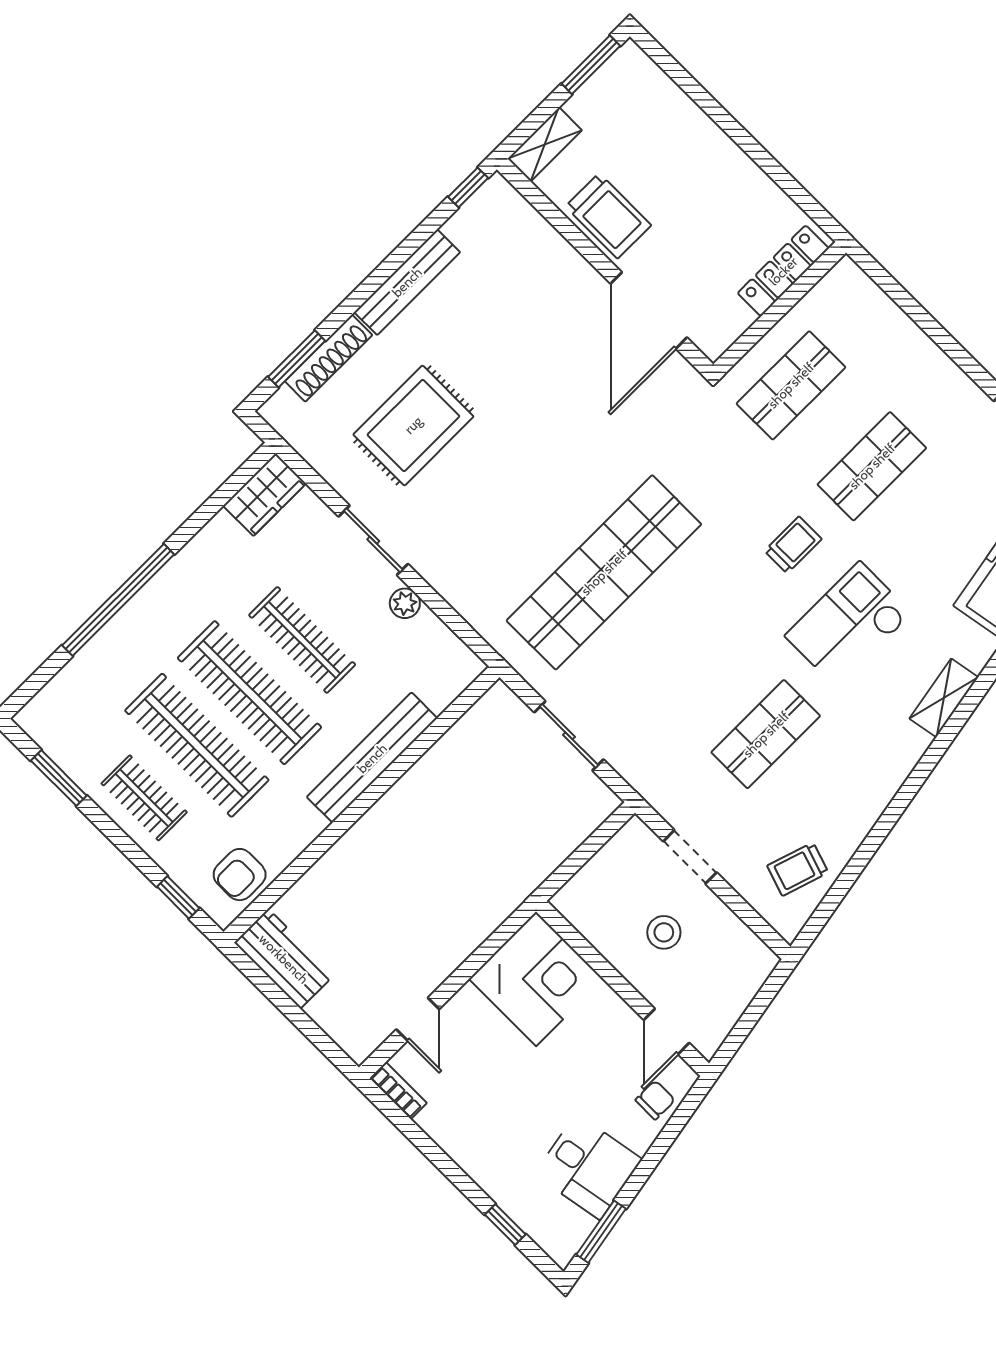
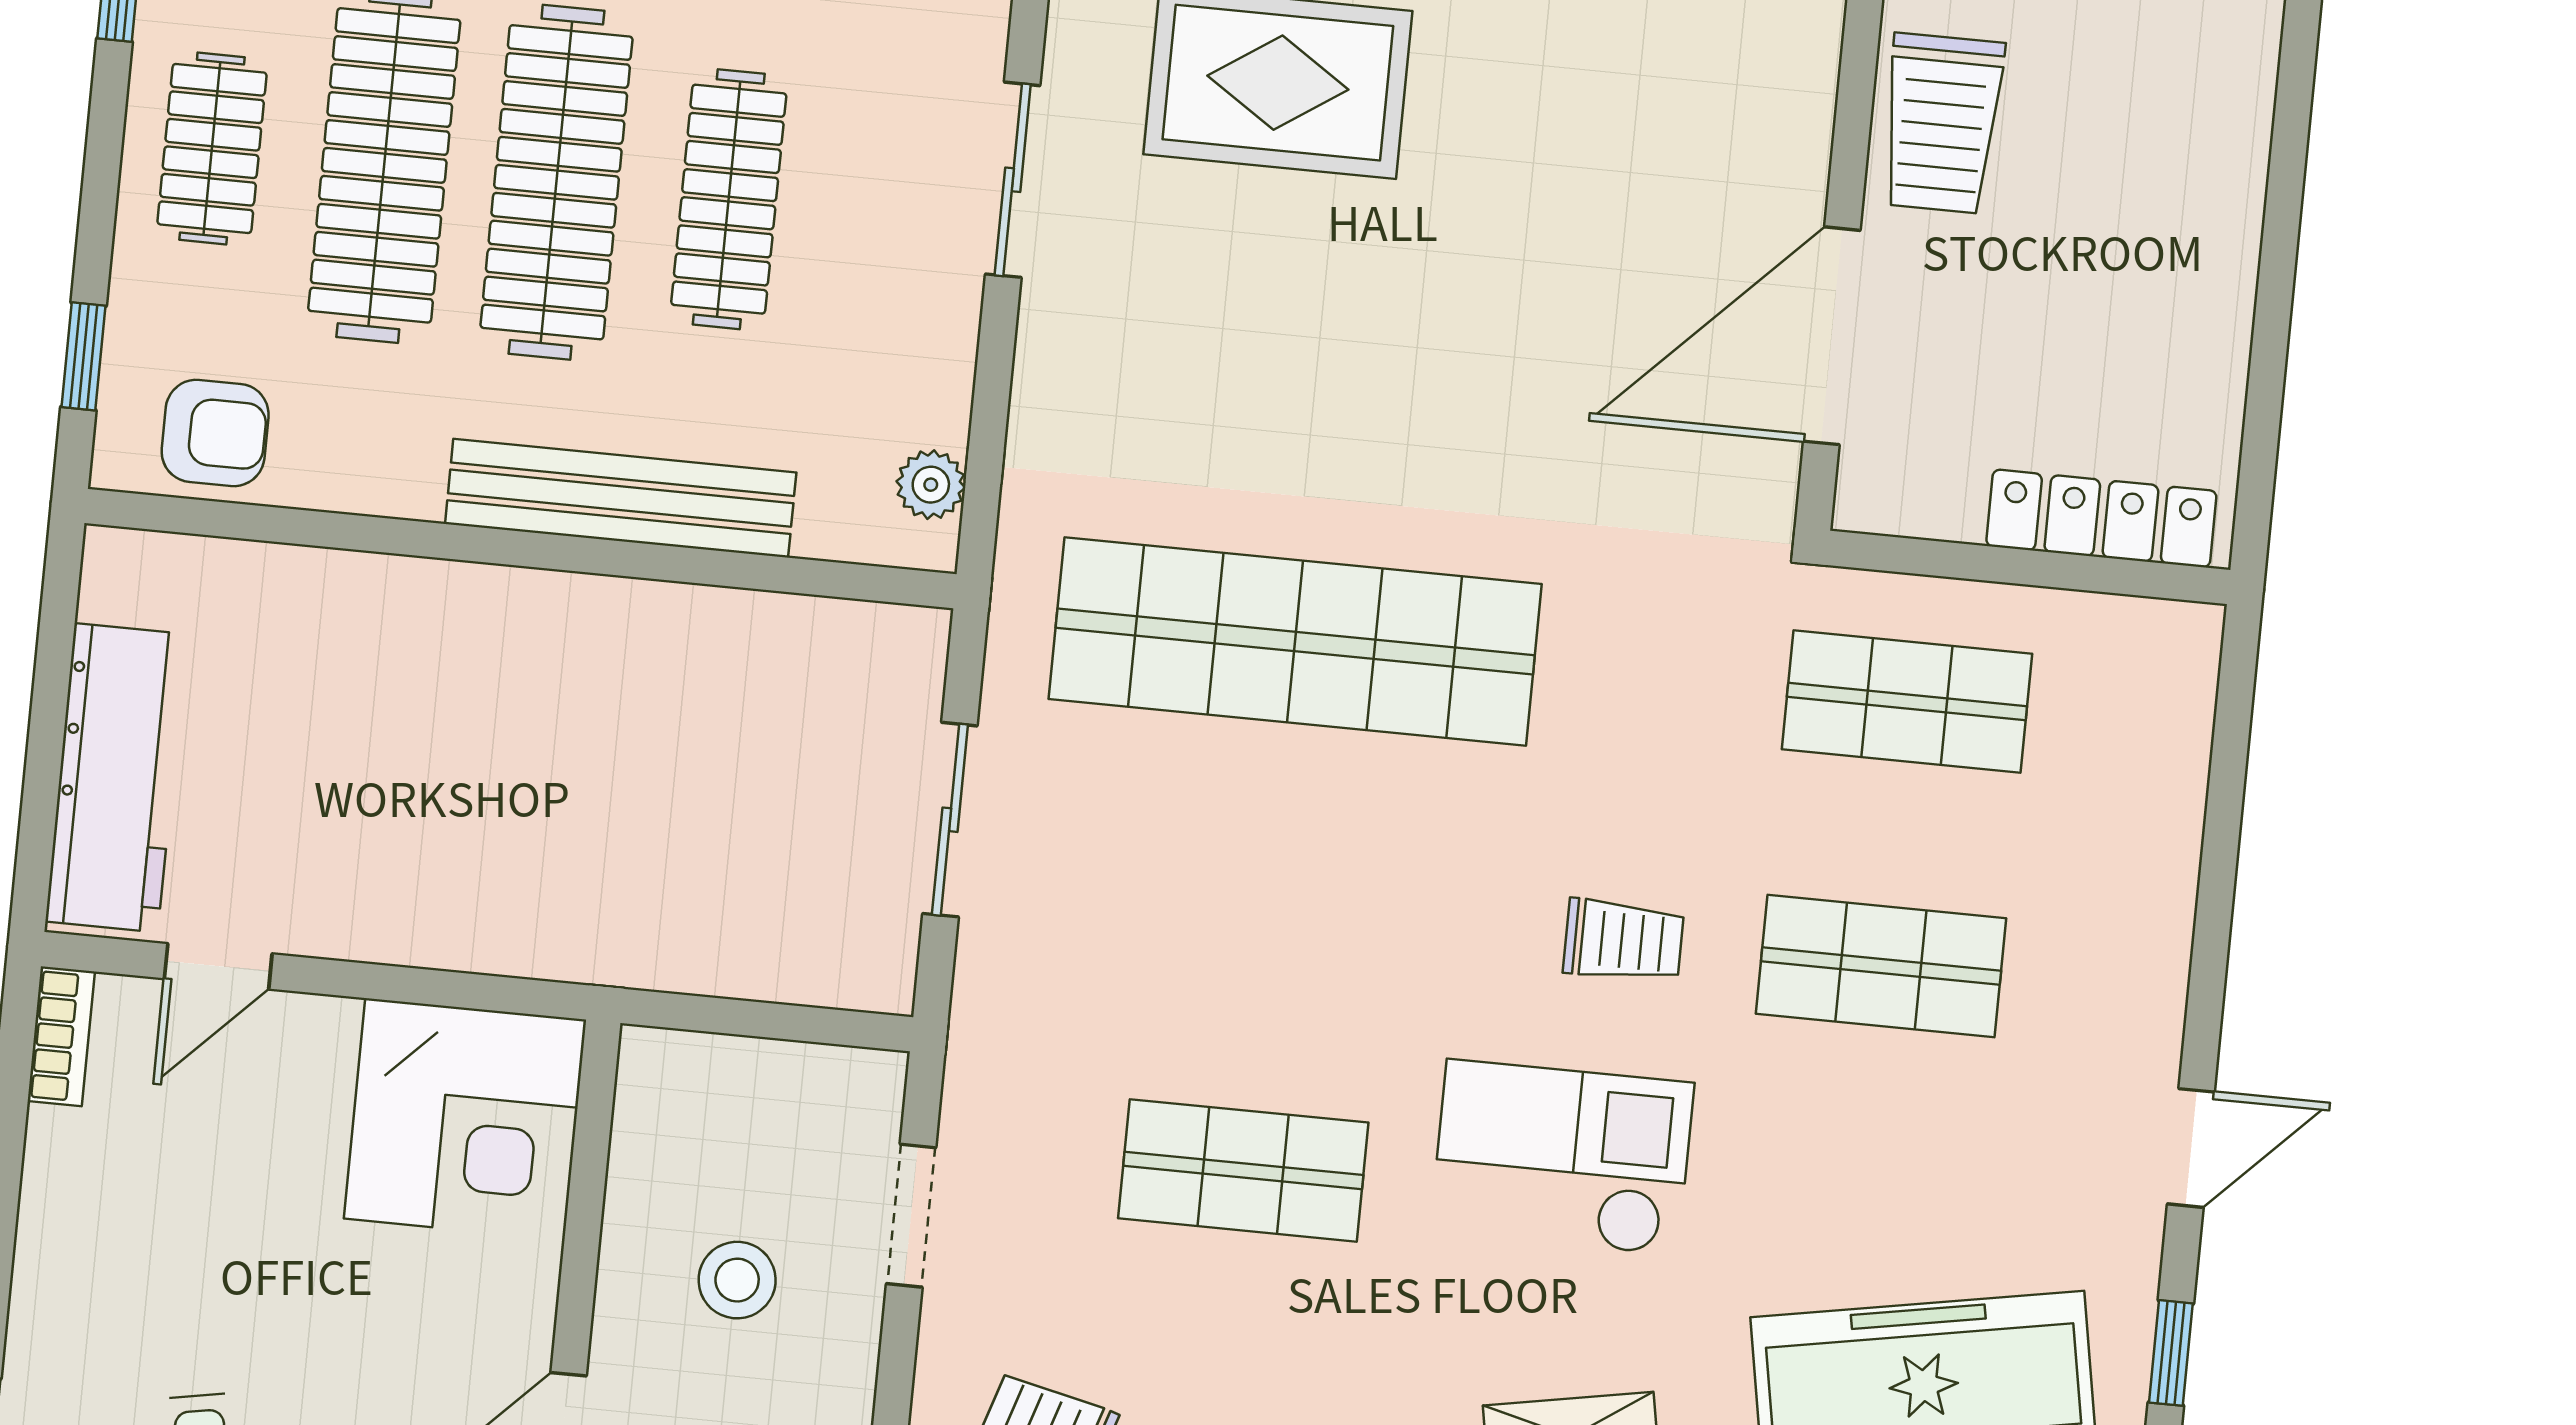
plant: (405, 603) -> (931, 485), moved
armchair: (240, 875) -> (215, 433), turned 180
workbench: (284, 959) -> (116, 778), moved, width x1.38

